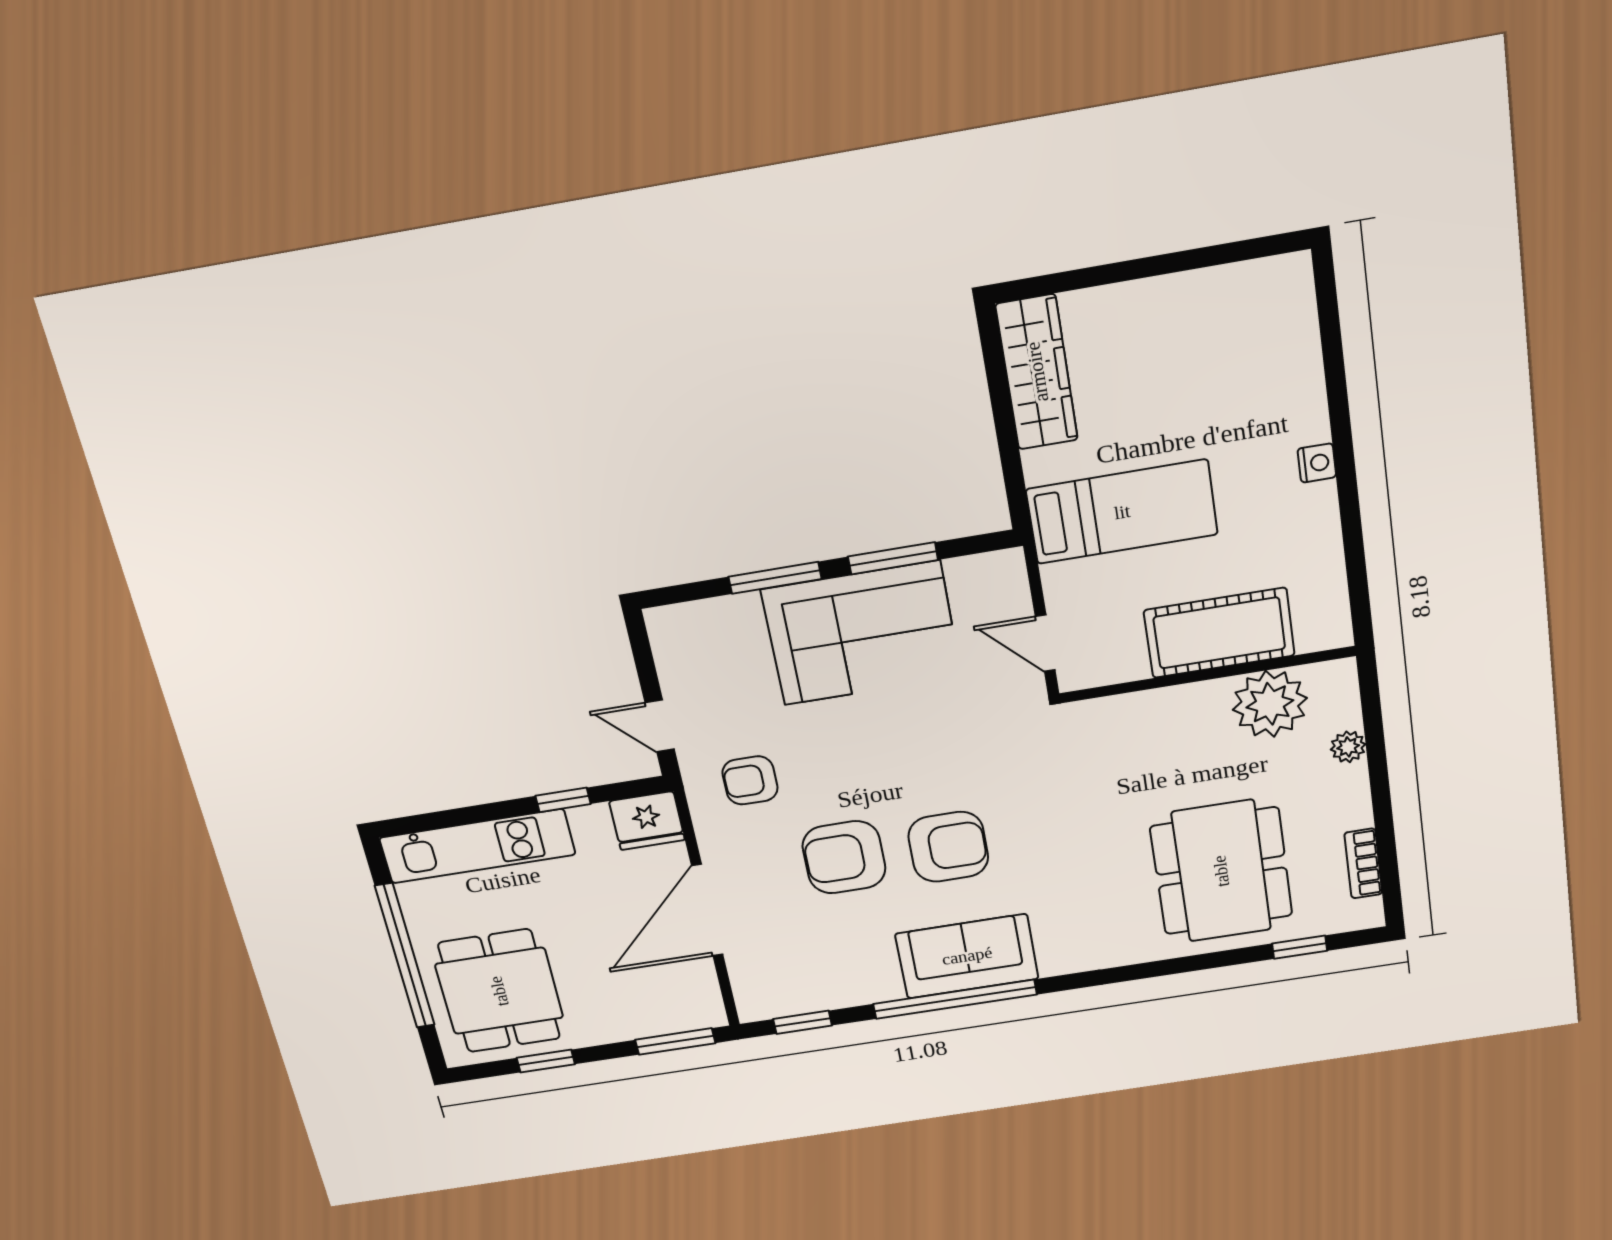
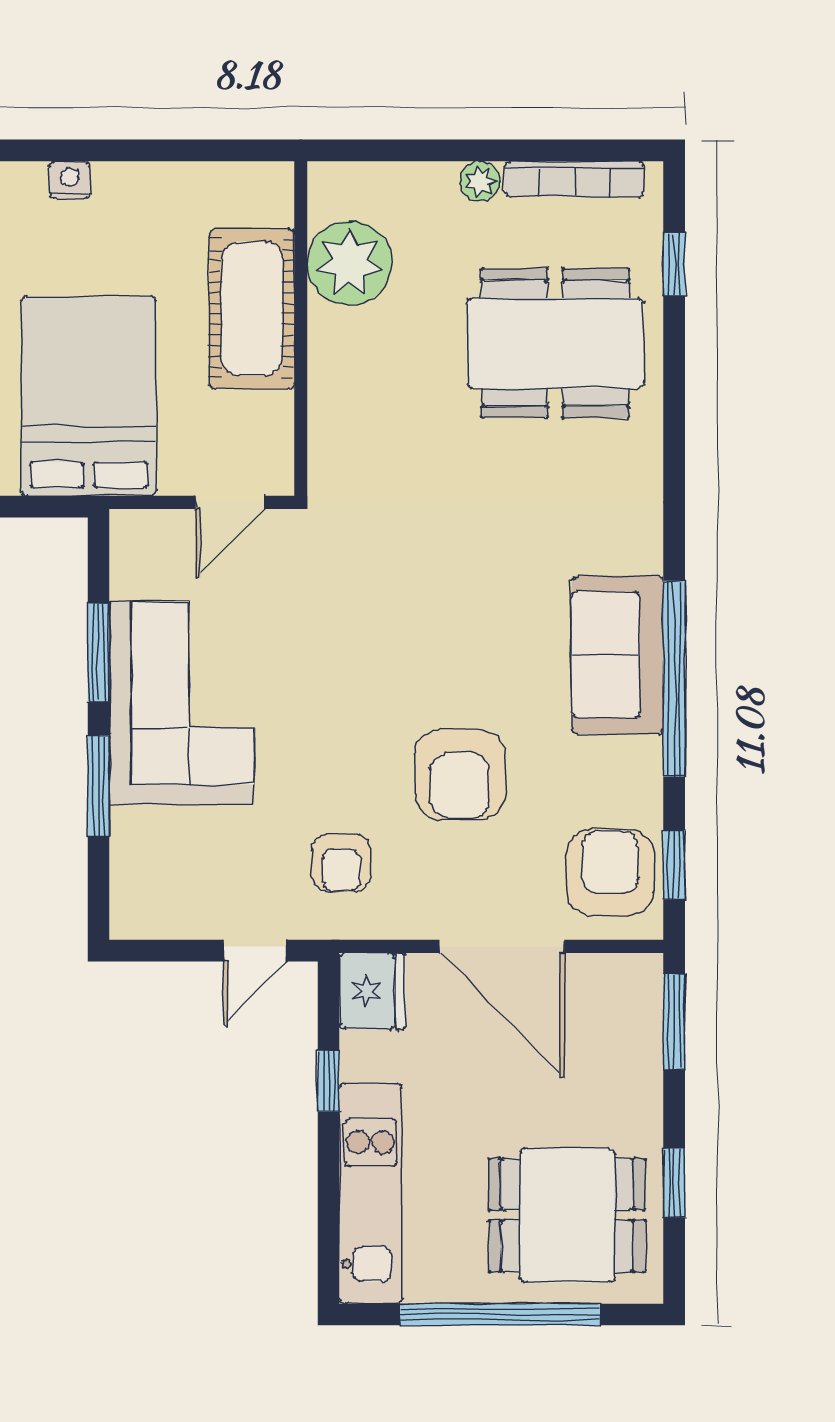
bed: (1122, 512) -> (89, 396), width x1.50
plant: (1348, 747) -> (480, 181), moved
armchair: (948, 847) -> (610, 873), moved
bookcase: (1363, 863) -> (574, 179), width x1.56

